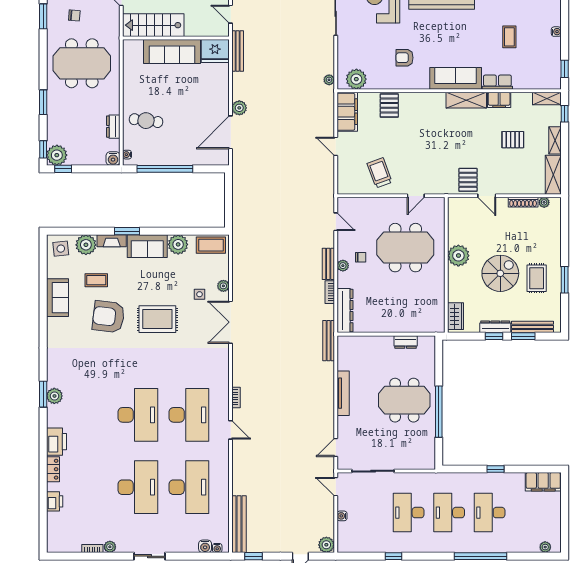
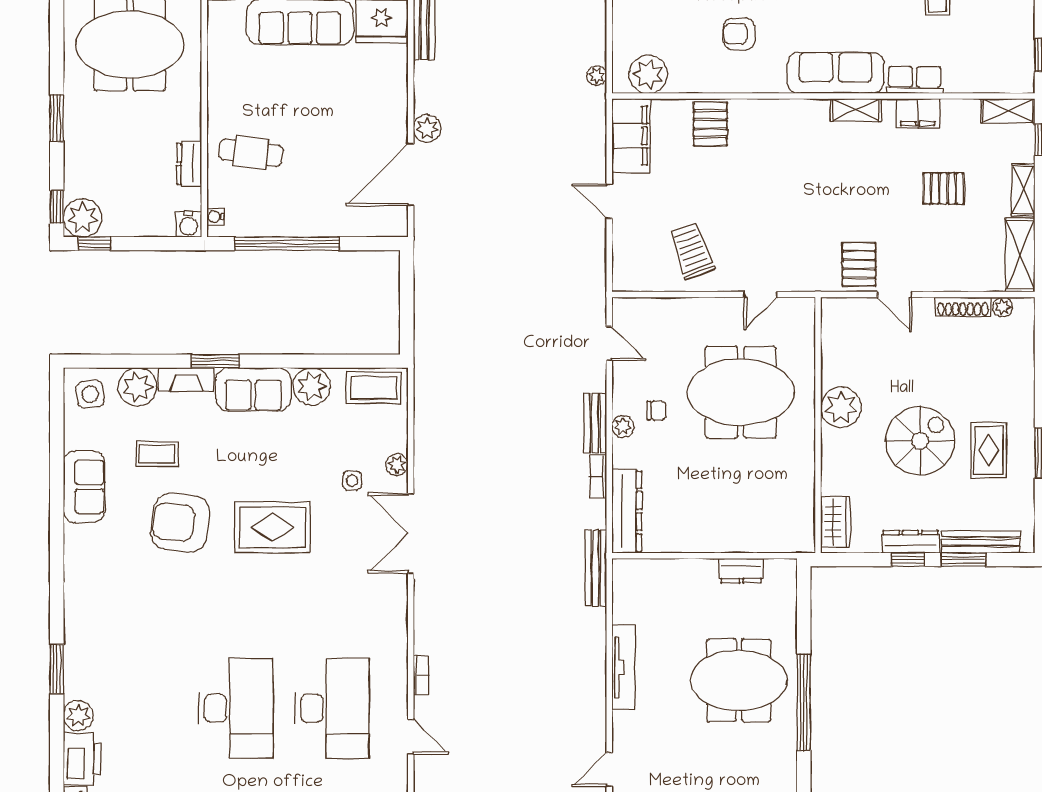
shelving: (466, 100) -> (856, 110), width x0.67, depth x0.75
plant: (54, 396) -> (78, 716), moved

